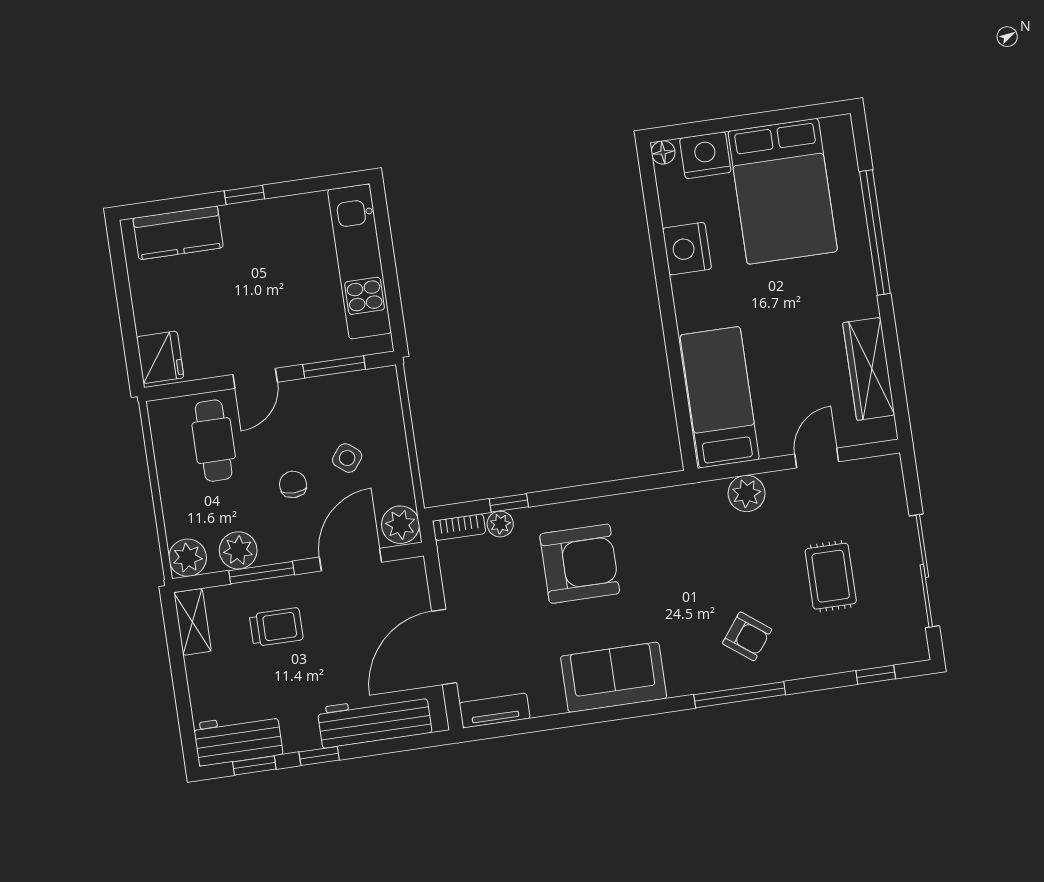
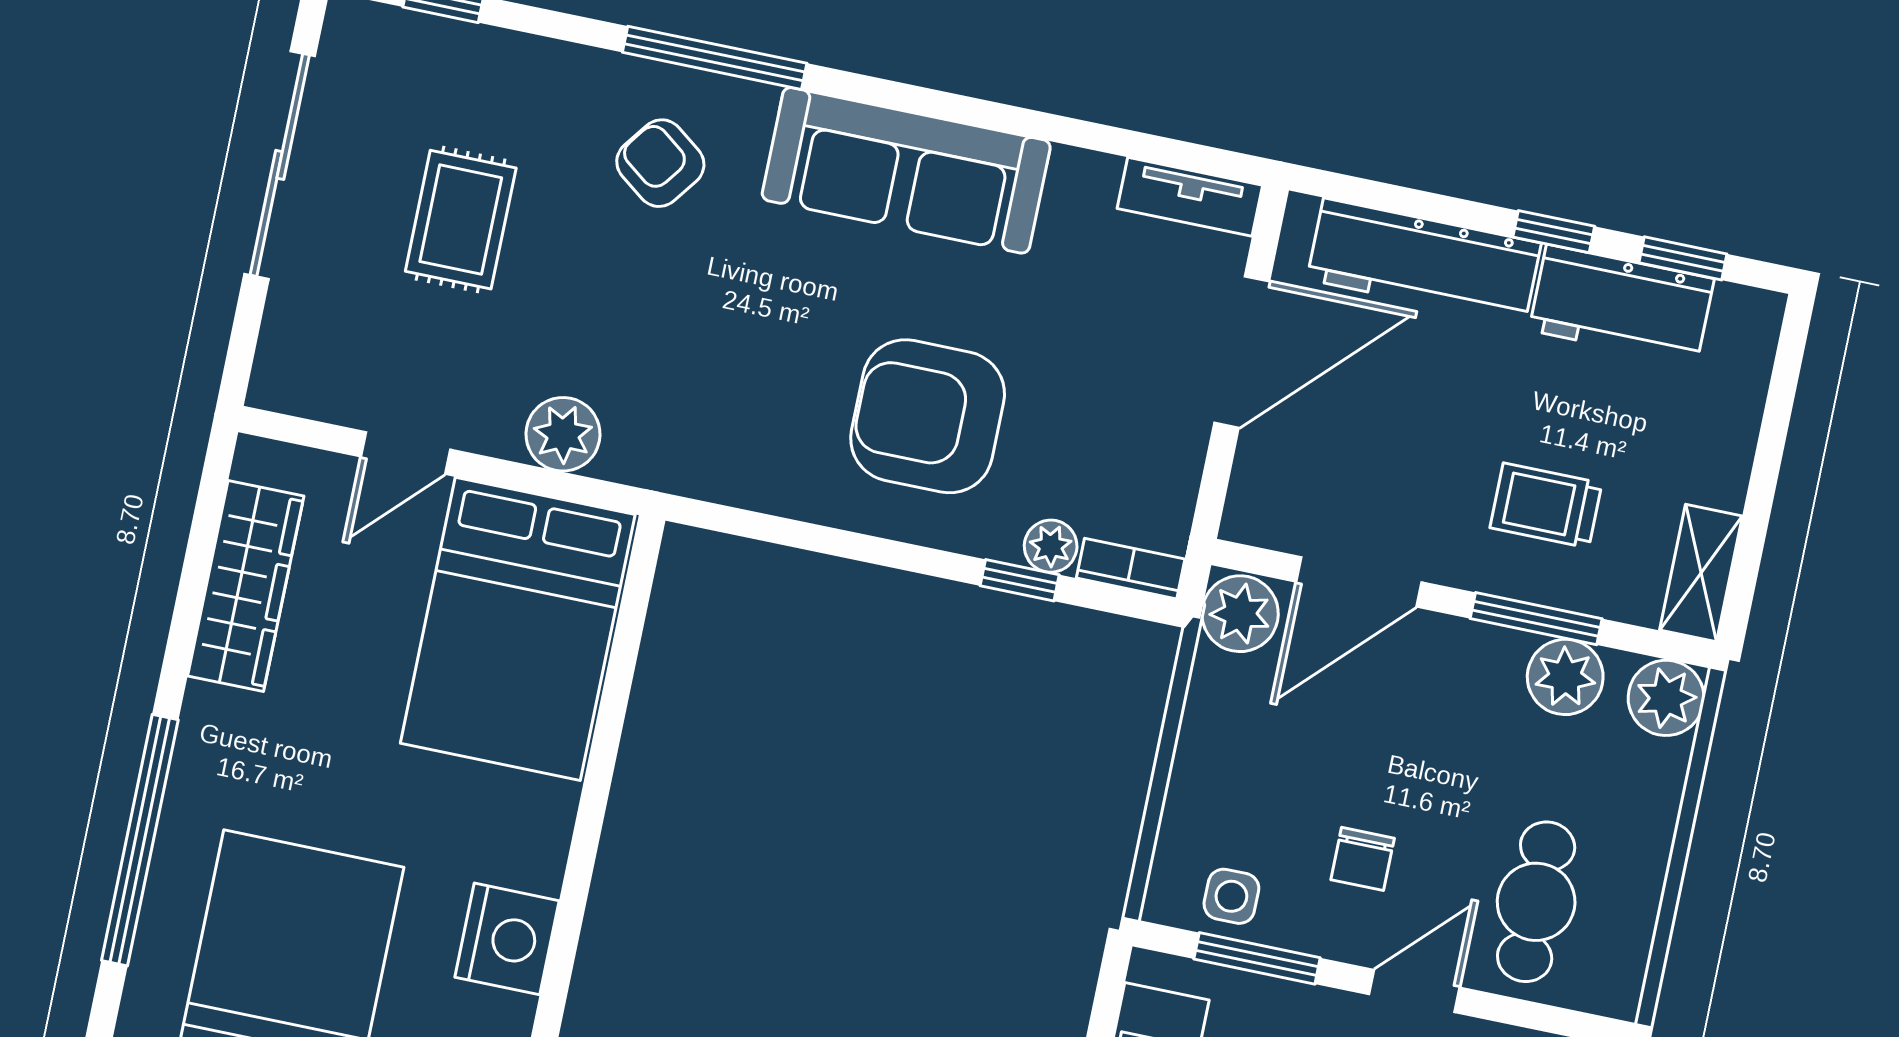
bed: (720, 397) -> (518, 629), width x1.50
side table: (347, 458) -> (1231, 896), moved, turned -38
chair: (293, 484) -> (1363, 859), moved
sofa: (614, 677) -> (906, 170), width x1.36
workbench: (238, 739) -> (1622, 305), moved

